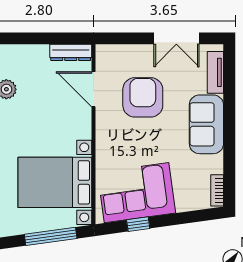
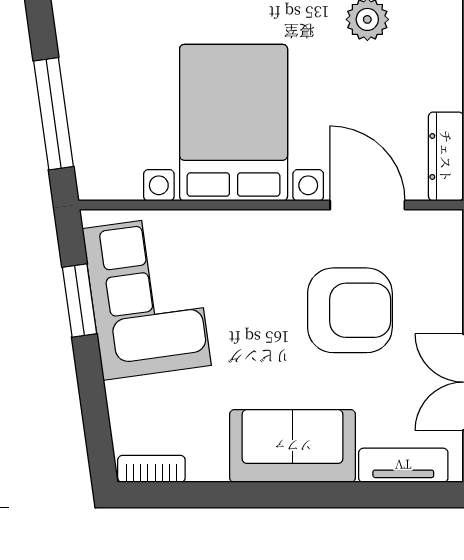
door: (93, 89) -> (367, 205), hinge flipped
bed with nightstands: (55, 182) -> (234, 123), moved
window: (138, 224) -> (79, 300), width x1.50

